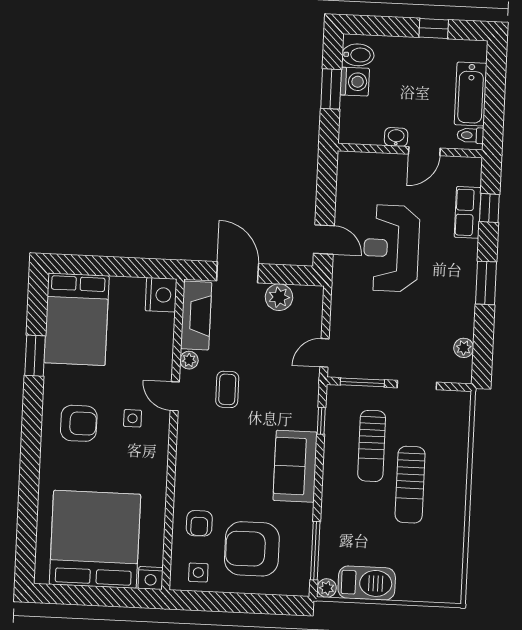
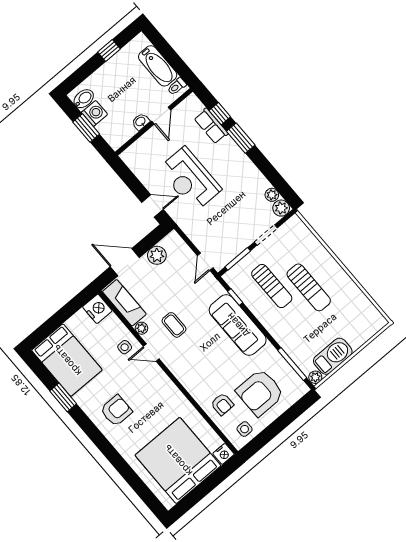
window: (486, 283) -> (241, 138), moved
plant: (460, 371) -> (281, 208), added
side table: (133, 418) -> (125, 347), moved
sofa: (295, 466) -> (238, 325), width x1.36

